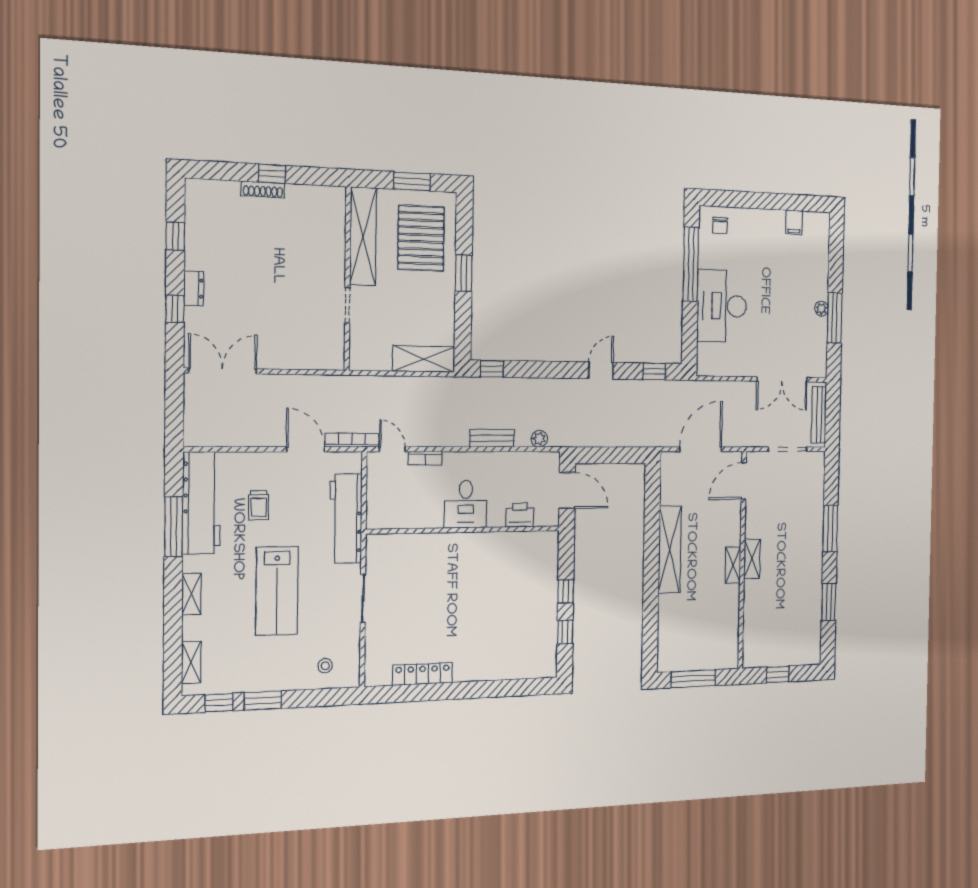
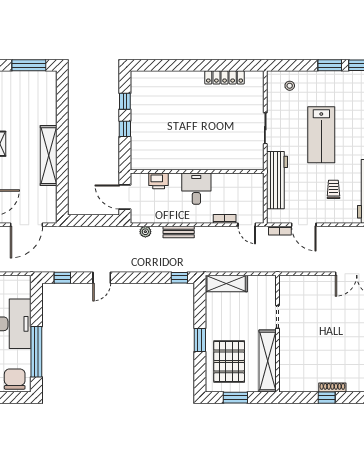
chair: (720, 225) -> (15, 379), width x1.87, depth x1.87
bookcase: (352, 440) -> (280, 231), width x0.64
lab bench: (277, 591) -> (321, 135), turned 180

